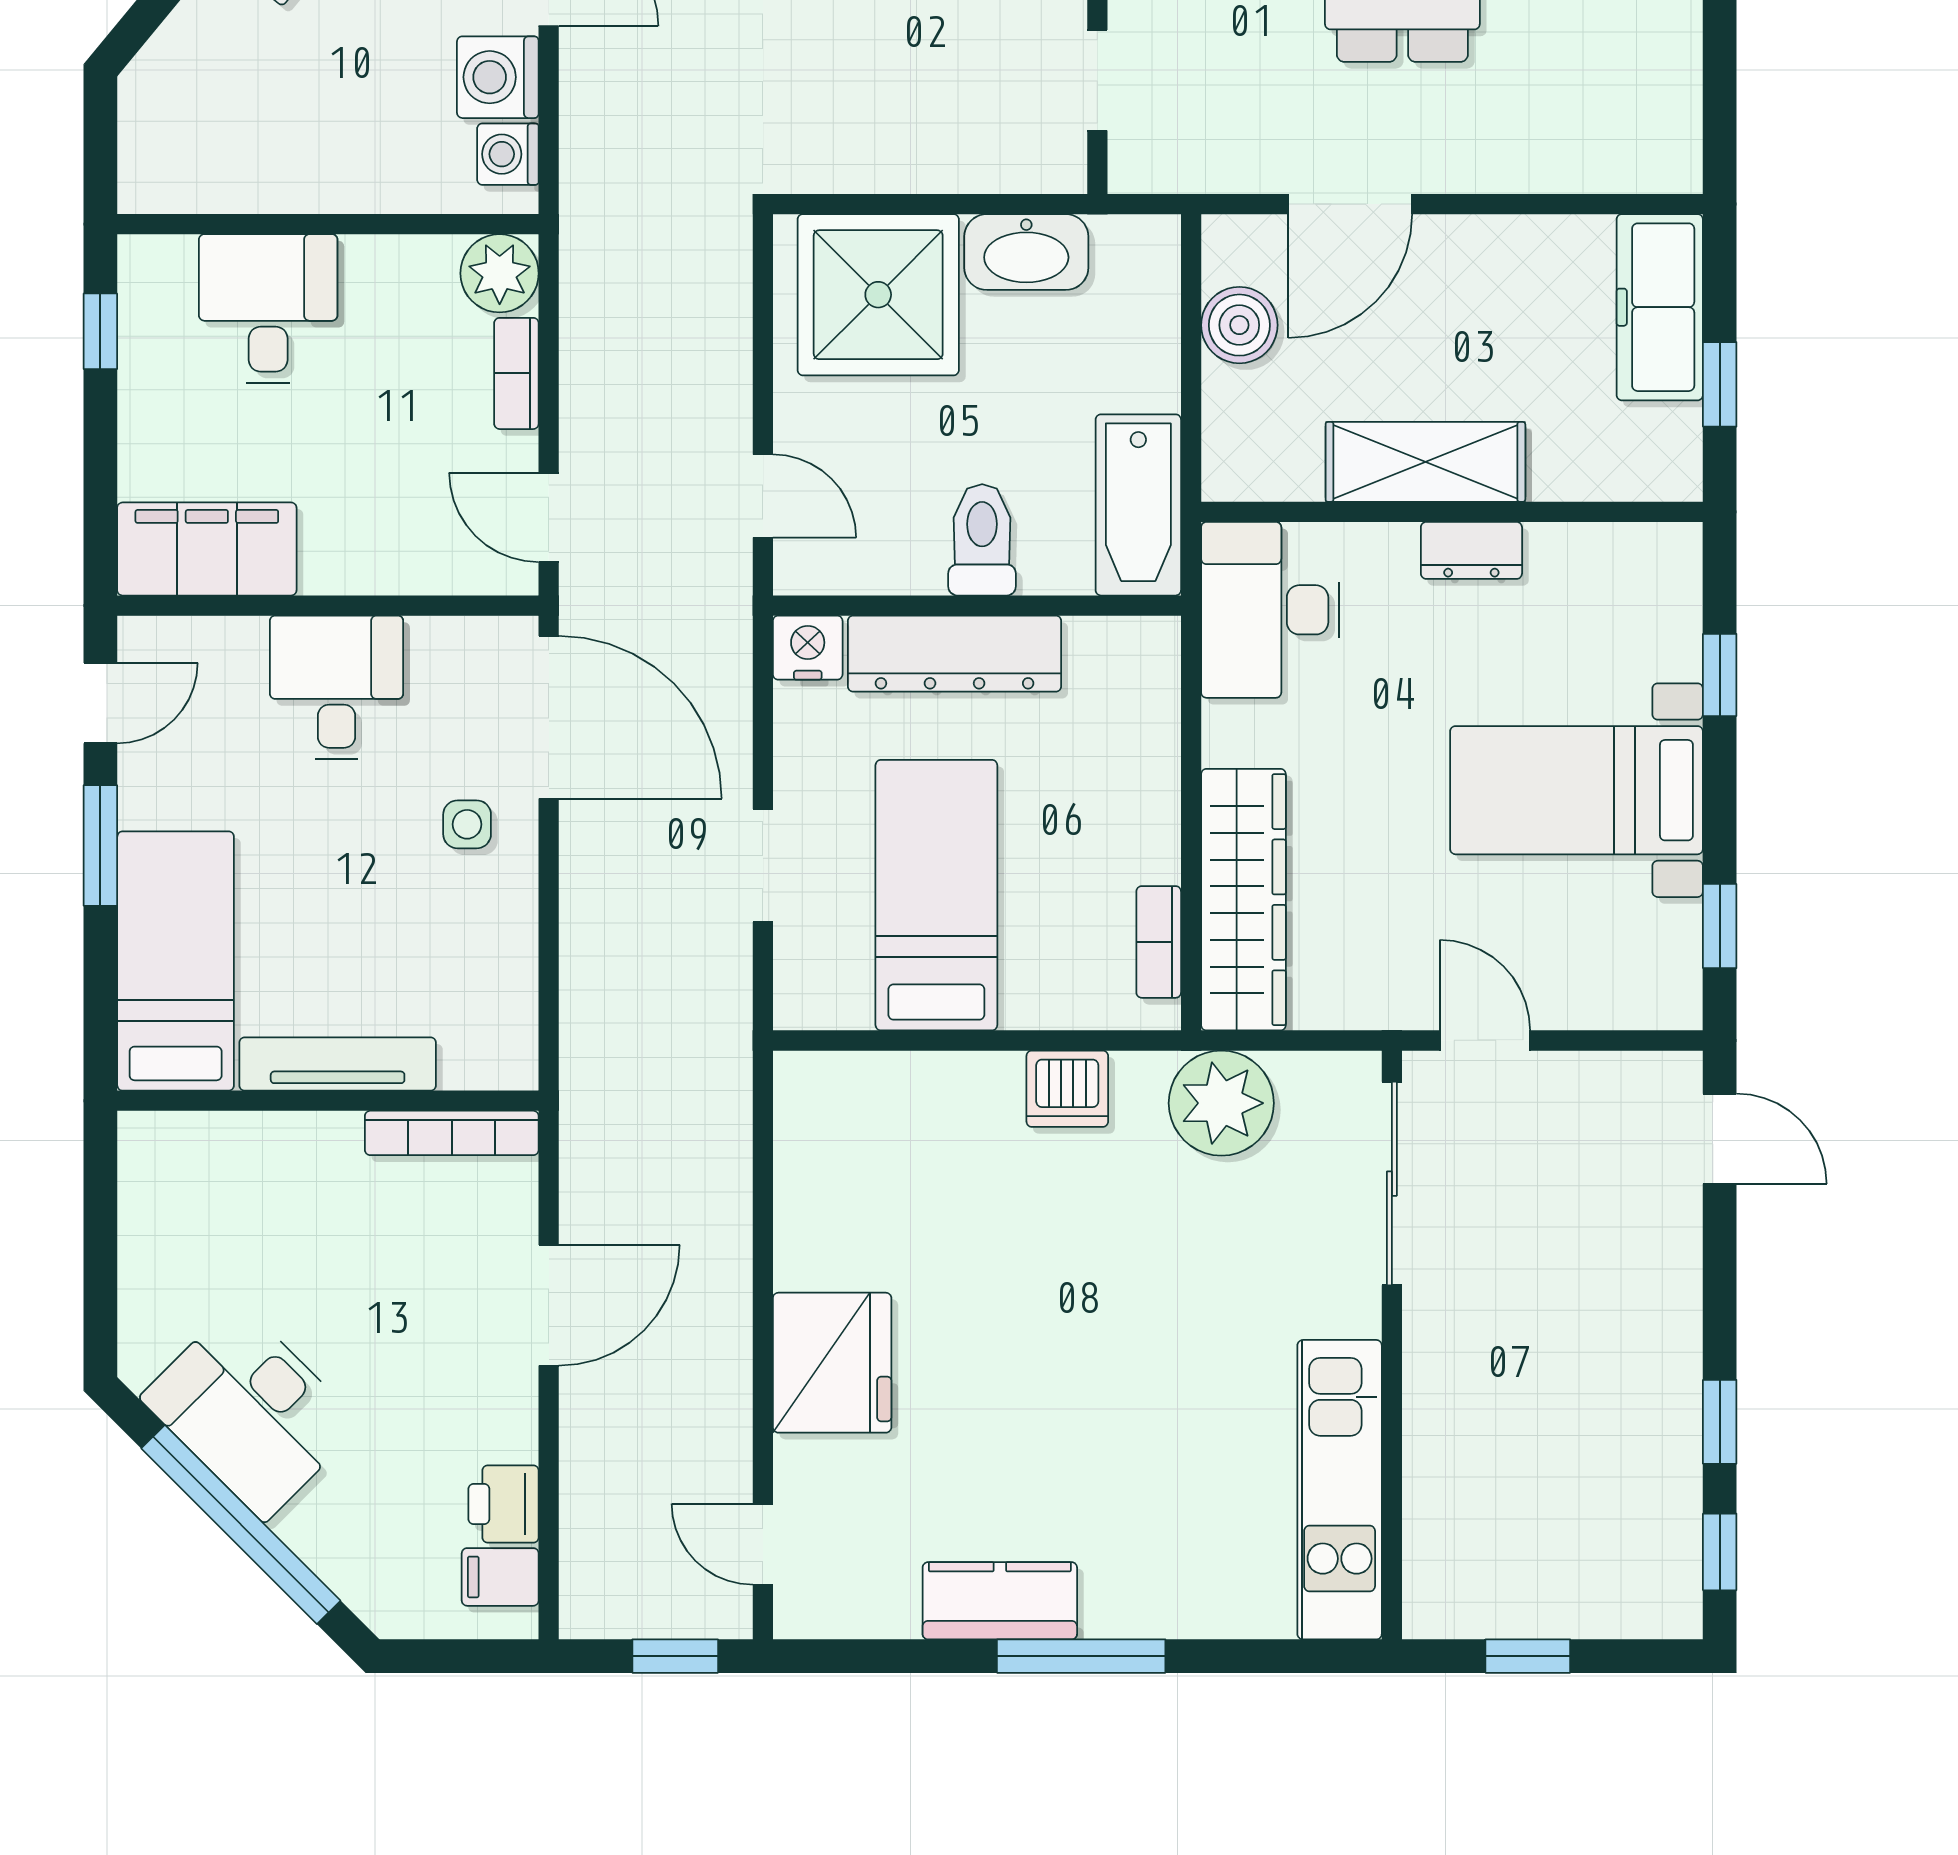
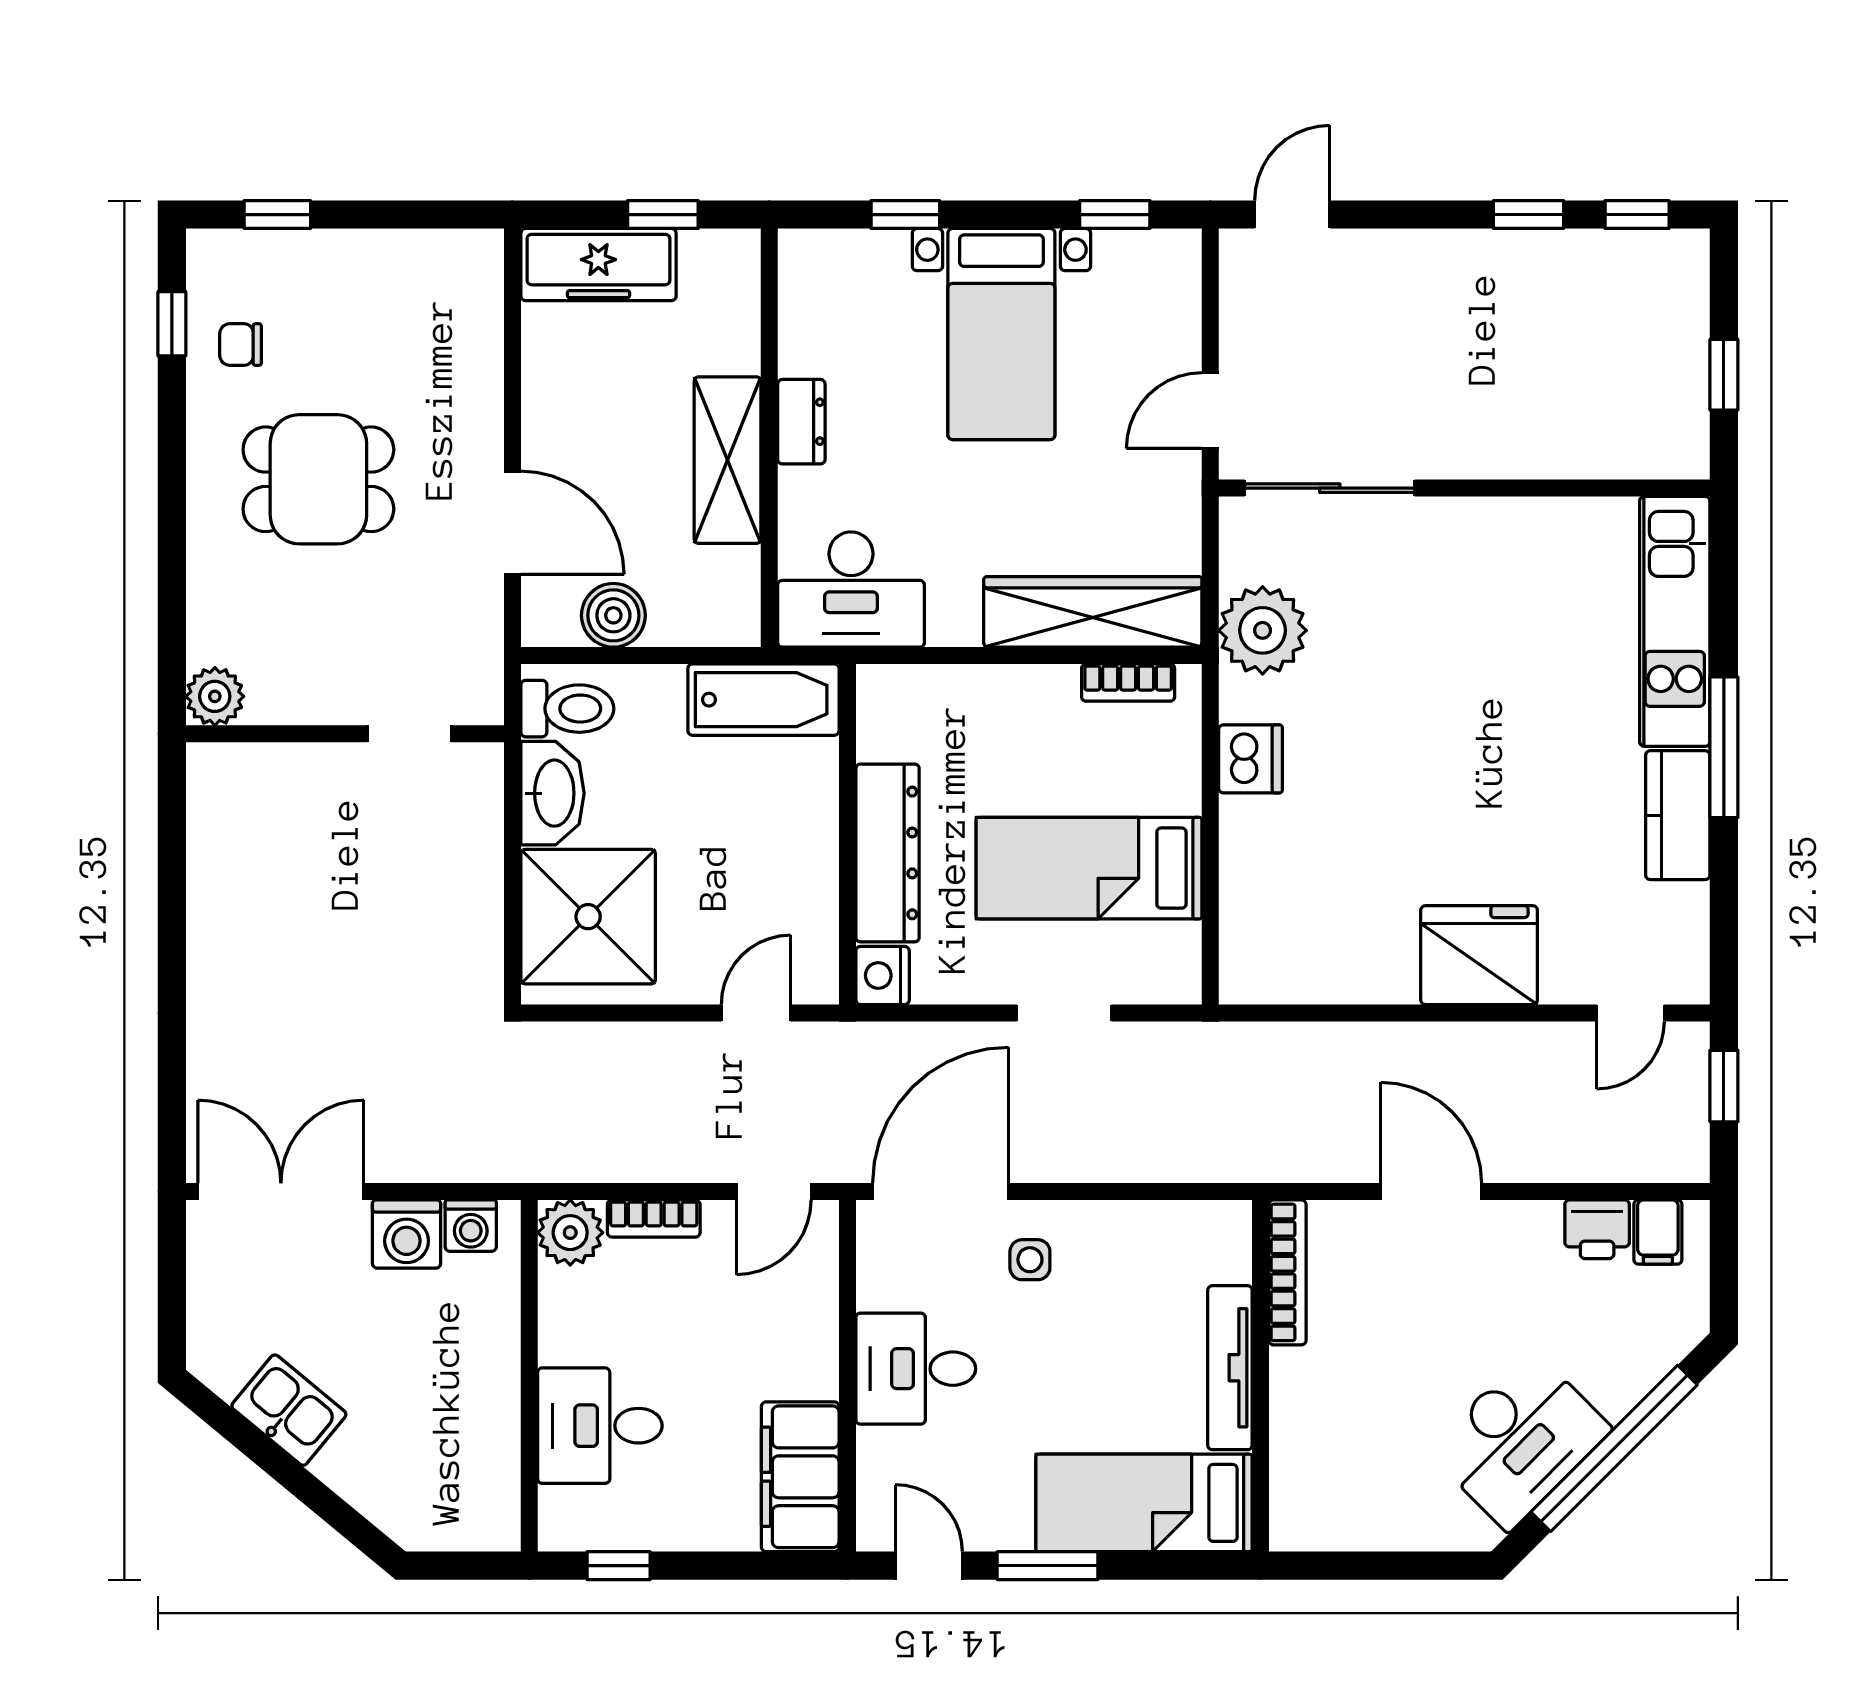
toilet: (982, 540) -> (567, 709), moved, turned 180
kitchen unit: (1340, 1490) -> (1675, 621), moved, turned 90

